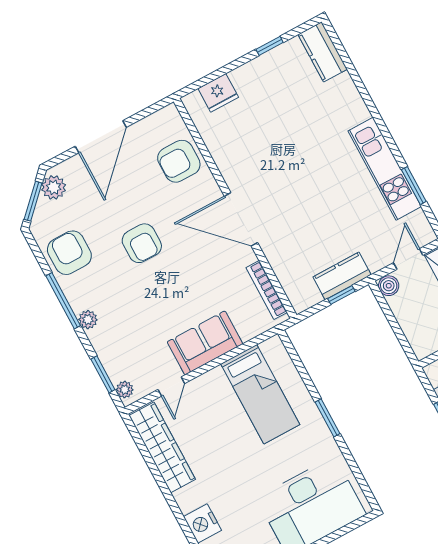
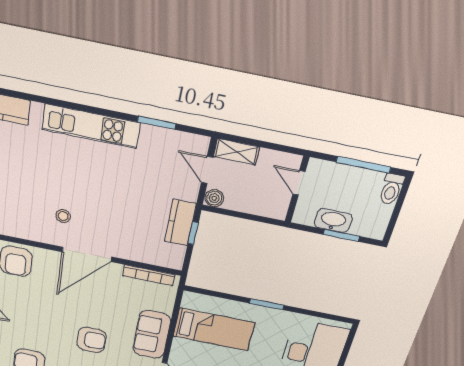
kitchen unit: (385, 169) -> (91, 126), moved
stool: (262, 171) -> (63, 216), added
armchair: (142, 243) -> (91, 340), moved

